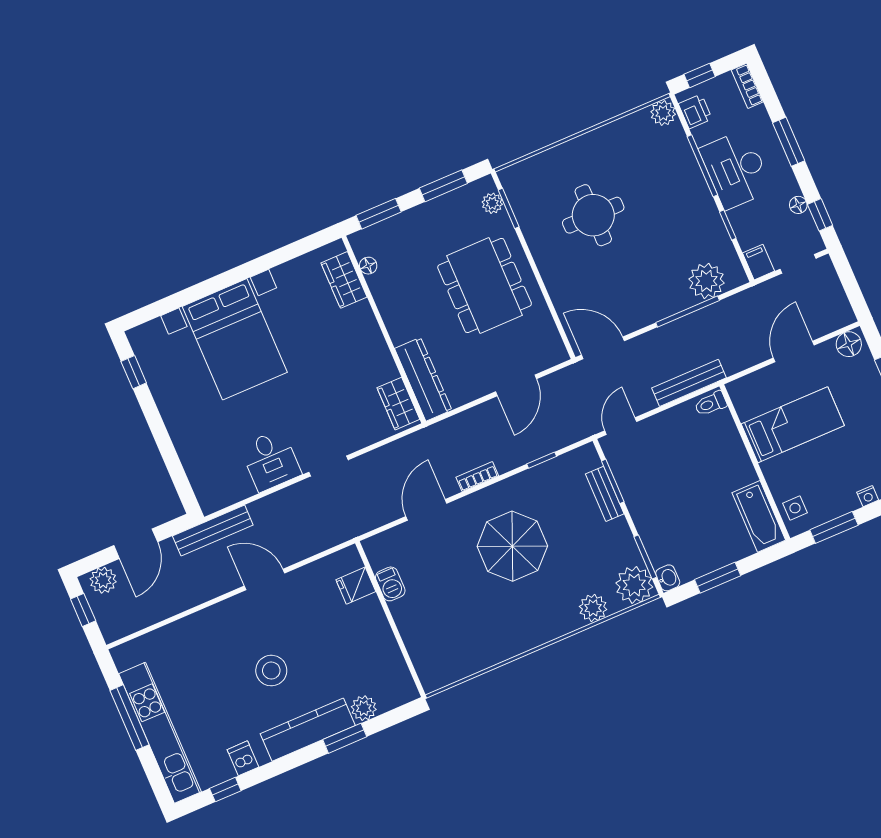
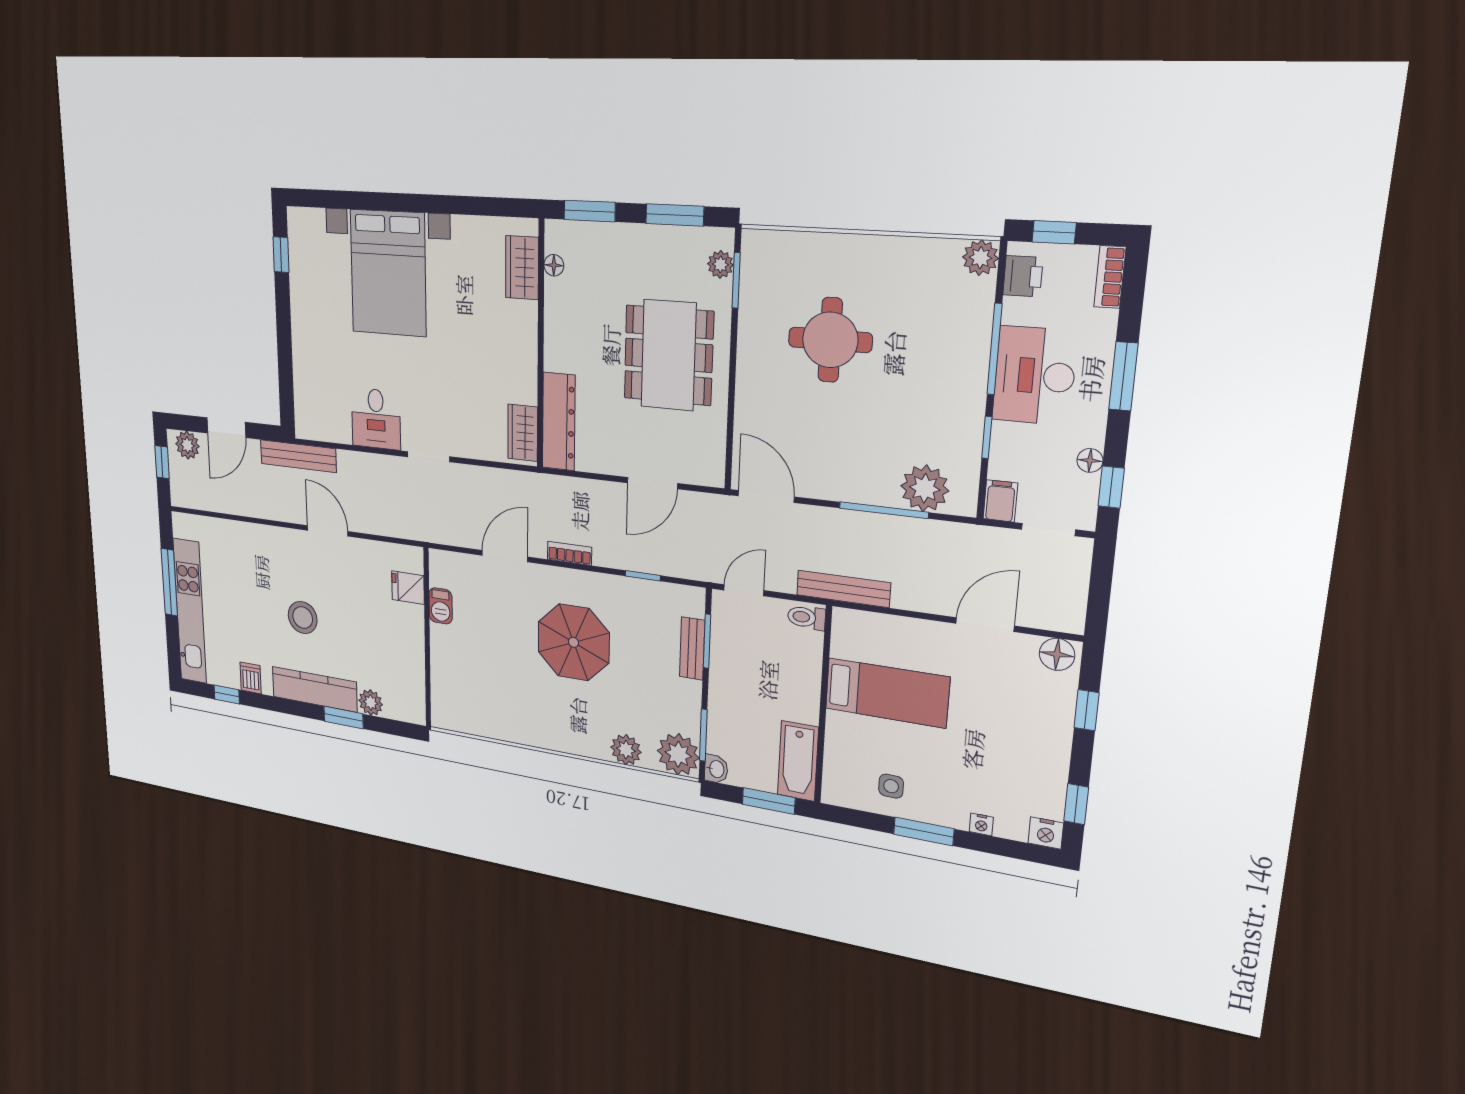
toilet: (711, 404) -> (806, 617), moved
bed: (793, 425) -> (887, 693), moved
wall: (755, 462) -> (823, 706), moved
bathtub: (759, 516) -> (798, 761), moved

